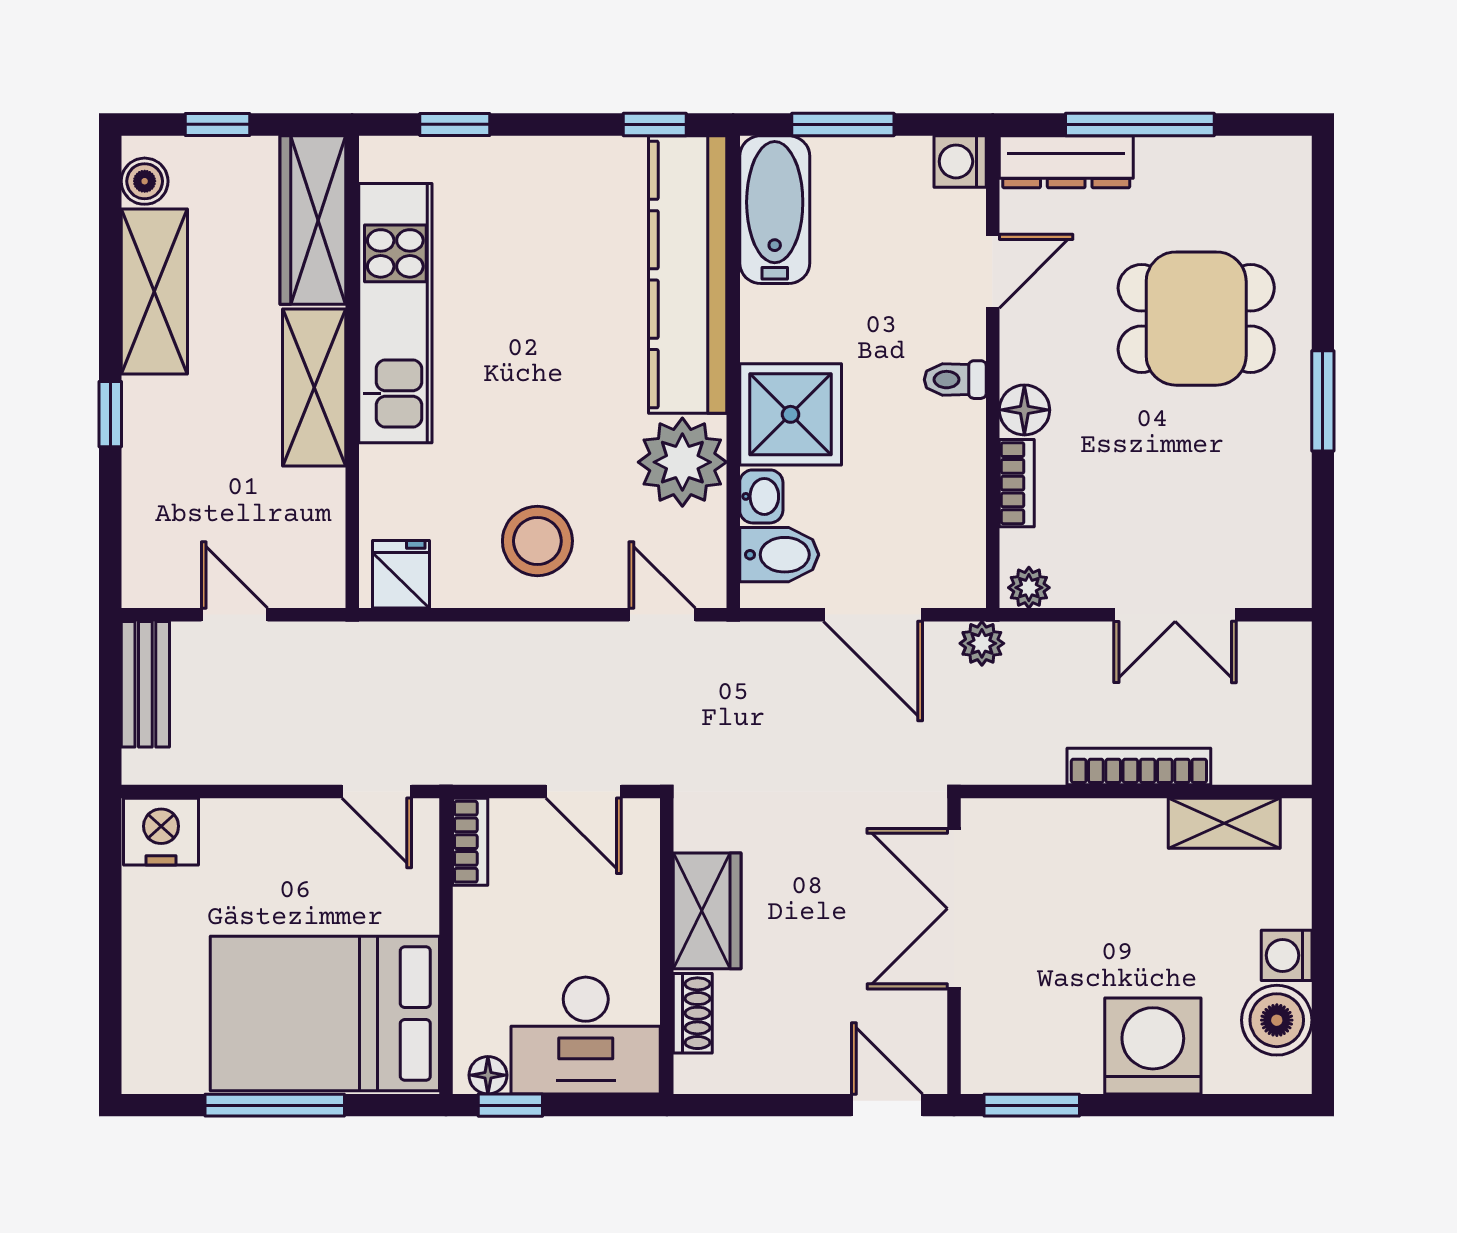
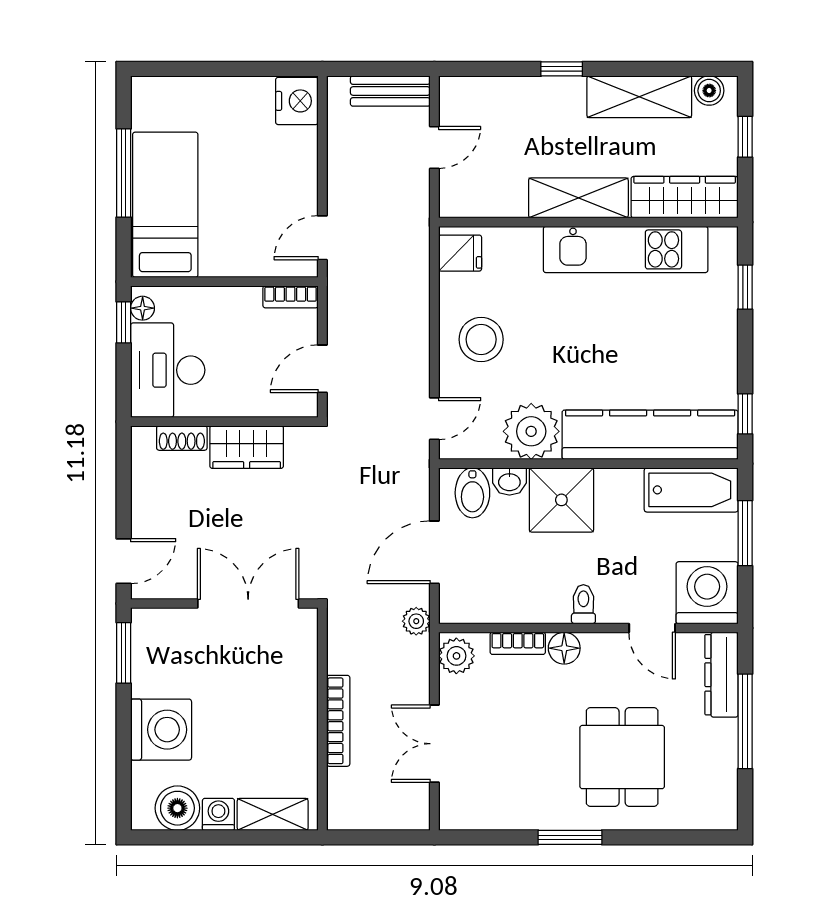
washing machine: (960, 161) -> (707, 593), width x1.89, depth x1.89
plant: (1029, 588) -> (456, 656), width x1.38, depth x1.38
shelving: (1224, 823) -> (273, 814), moved, turned 90
bed: (325, 1013) -> (165, 205), width x0.67

